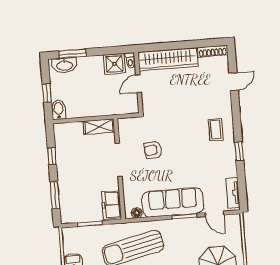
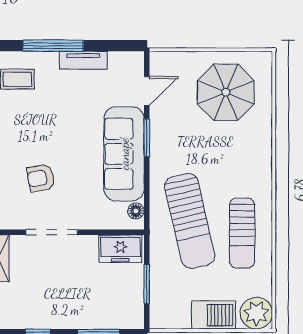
armchair: (153, 150) -> (41, 178), turned 84
window: (239, 151) -> (53, 46), width x2.17
tv unit: (233, 193) -> (83, 60), moved

